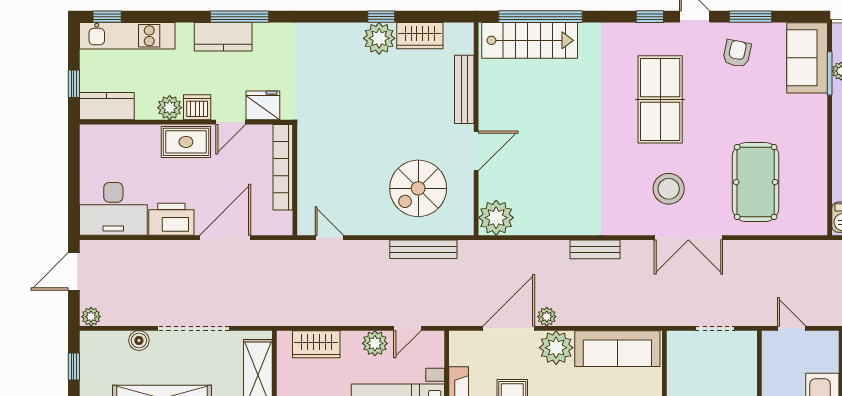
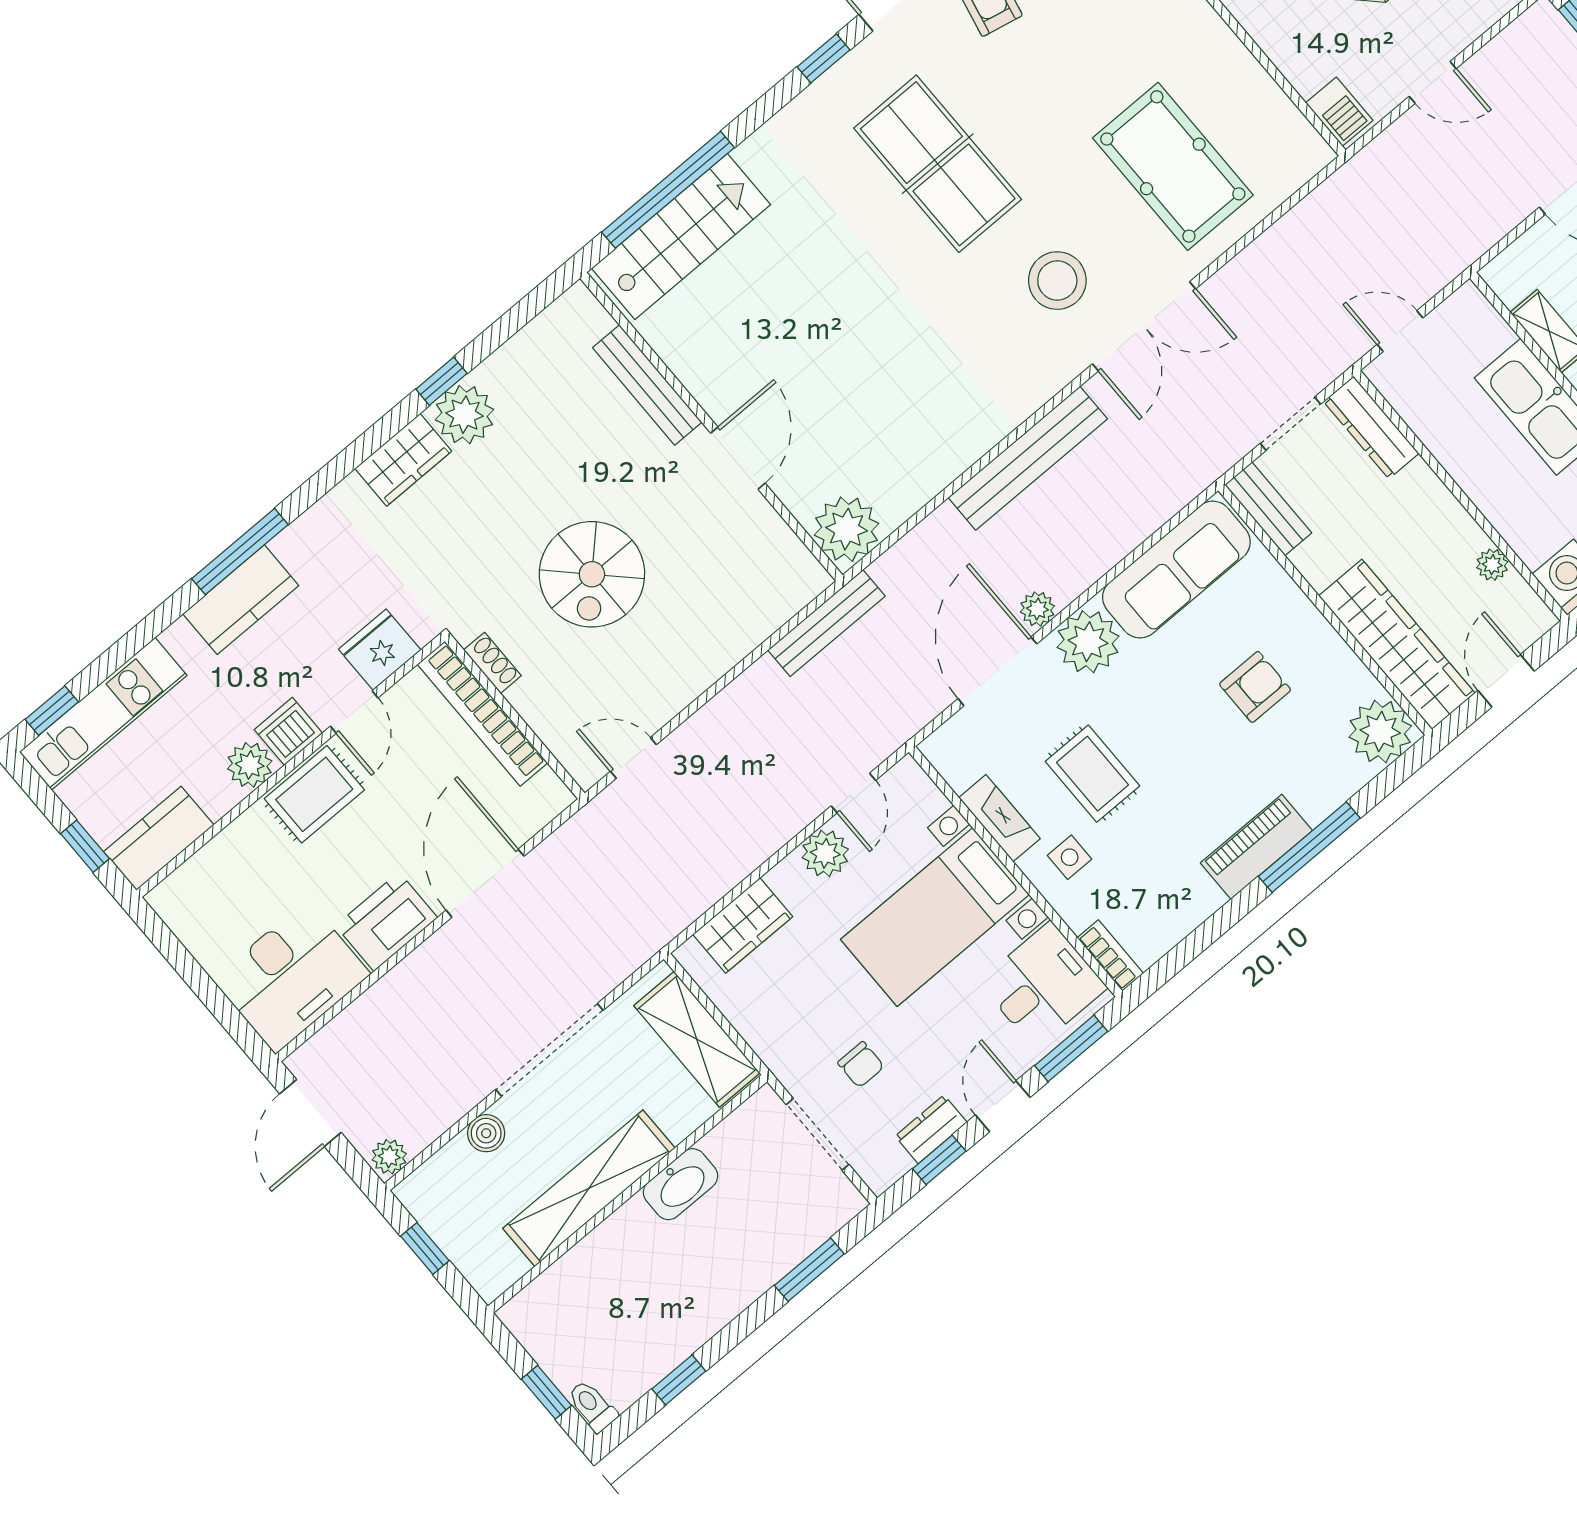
wardrobe: (420, 36) -> (403, 460), moved
shoe rack: (305, 150) -> (492, 663), added
spiral stairs: (418, 188) -> (592, 574), moved
bench: (423, 249) -> (826, 623), moved
bench: (595, 249) -> (1028, 458), width x1.86, depth x1.21
bench: (676, 356) -> (1268, 509), added
dresser: (747, 358) -> (1371, 427), added

